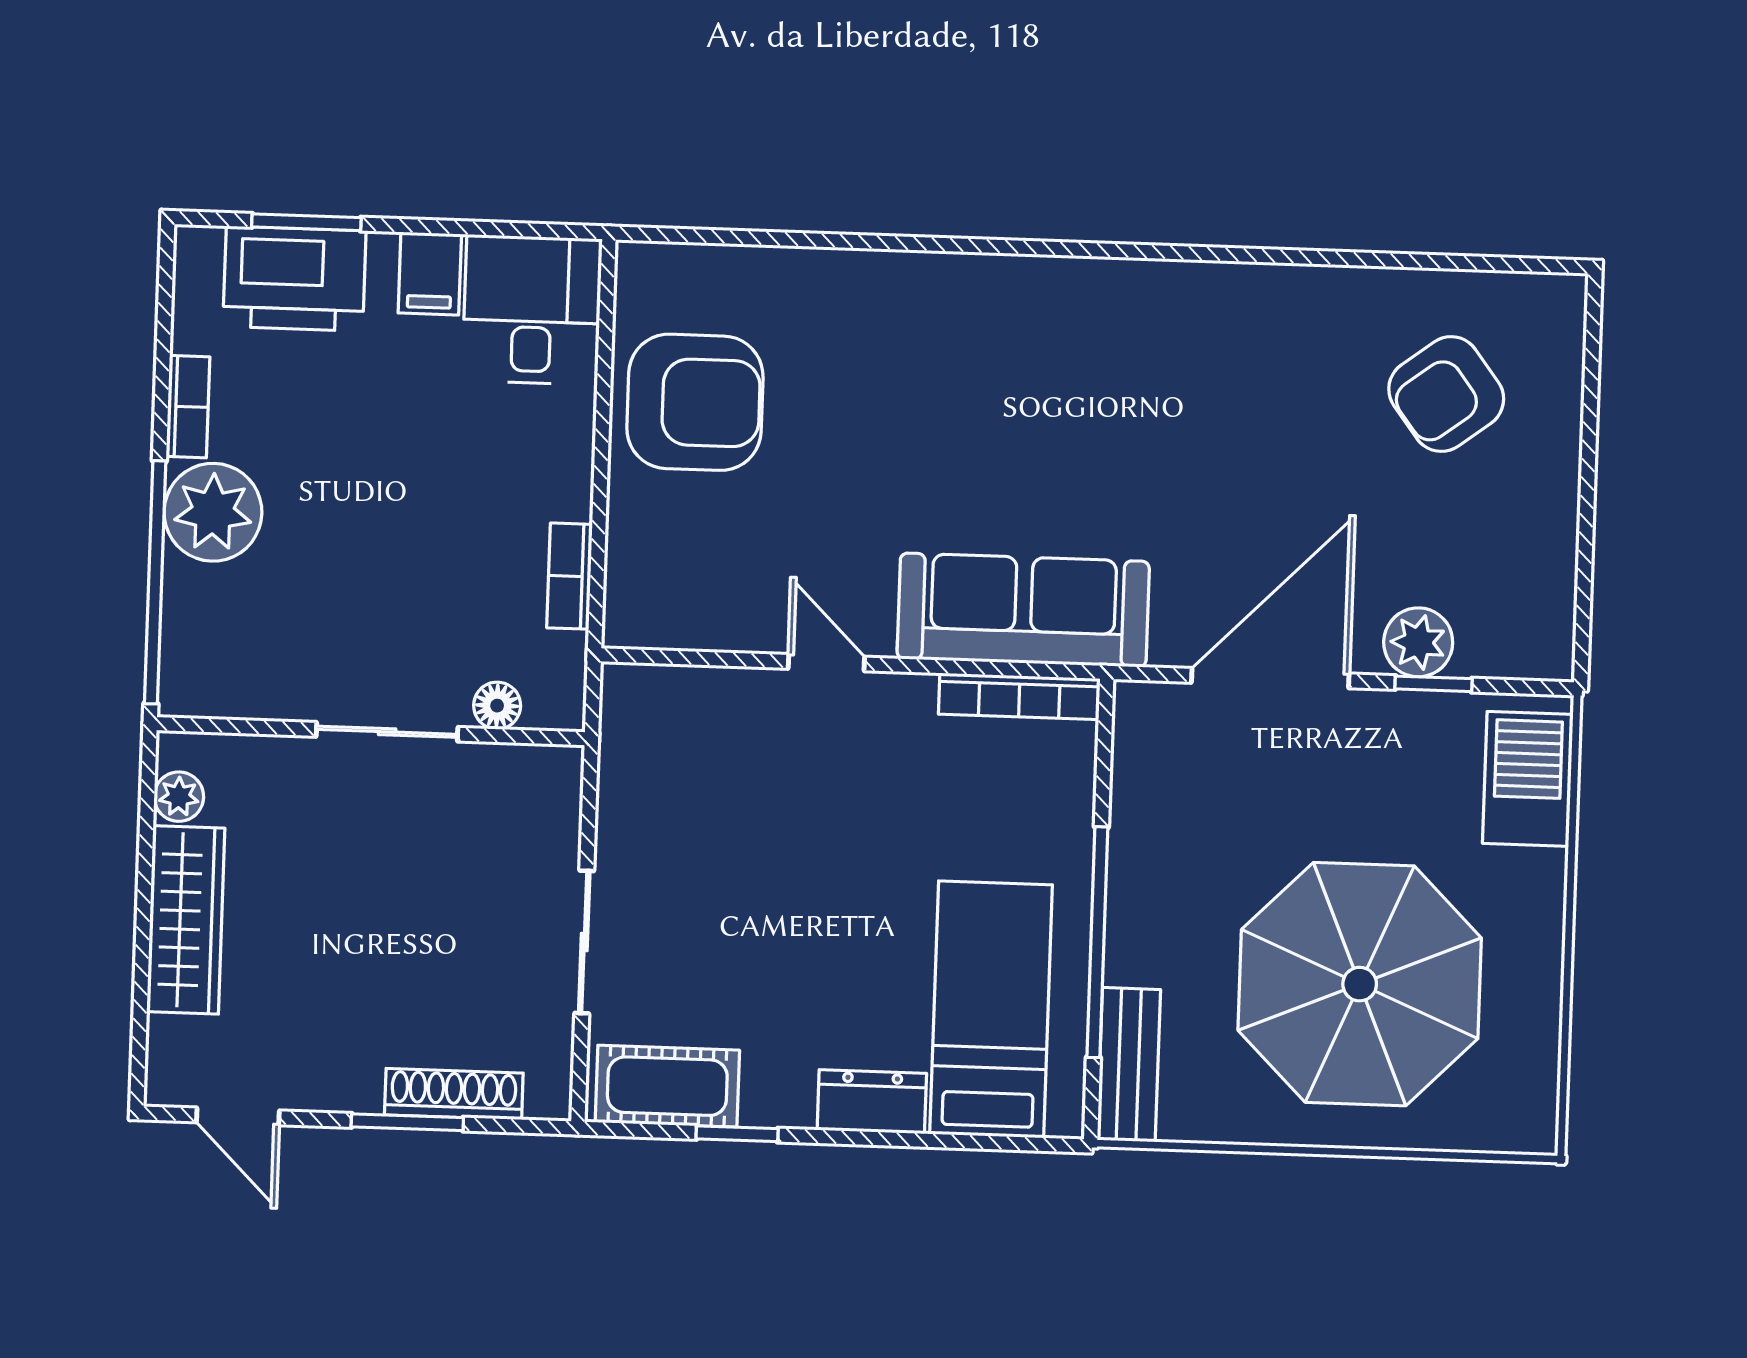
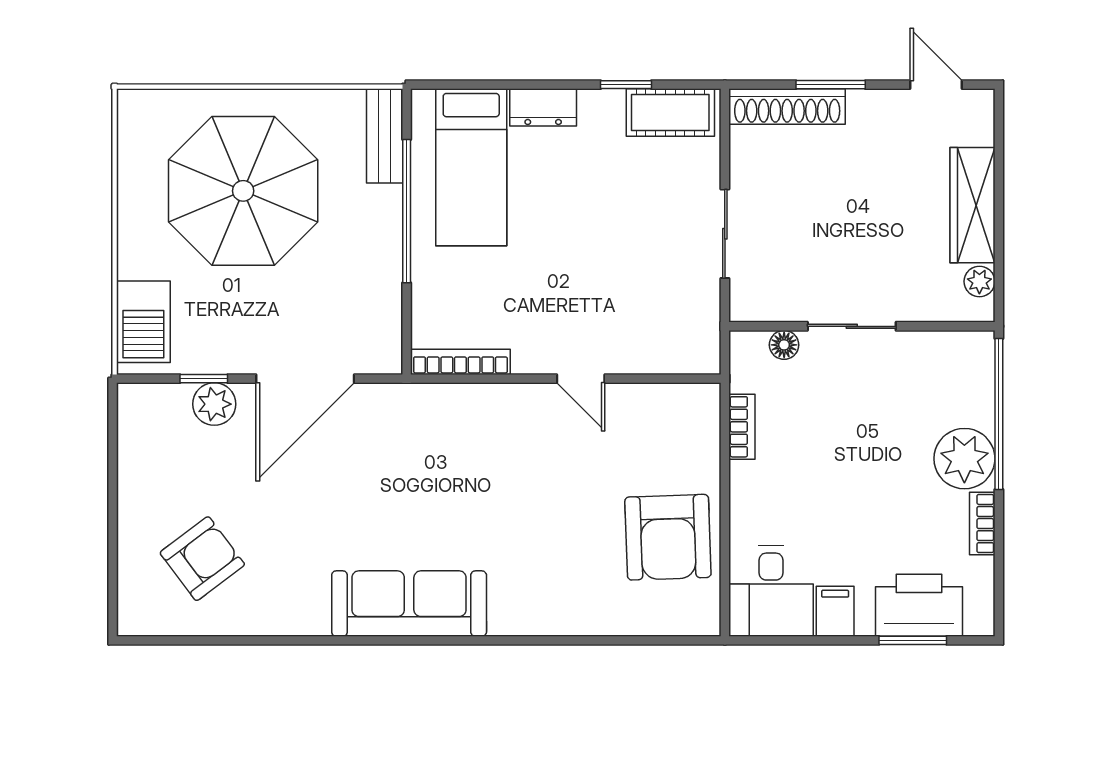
armchair: (695, 402) -> (668, 537), turned -92
sofa: (1023, 610) -> (409, 604), moved, turned 180
sliding door: (584, 942) -> (725, 234), moved
shoe rack: (454, 1094) -> (787, 106), width x1.36, depth x1.24

